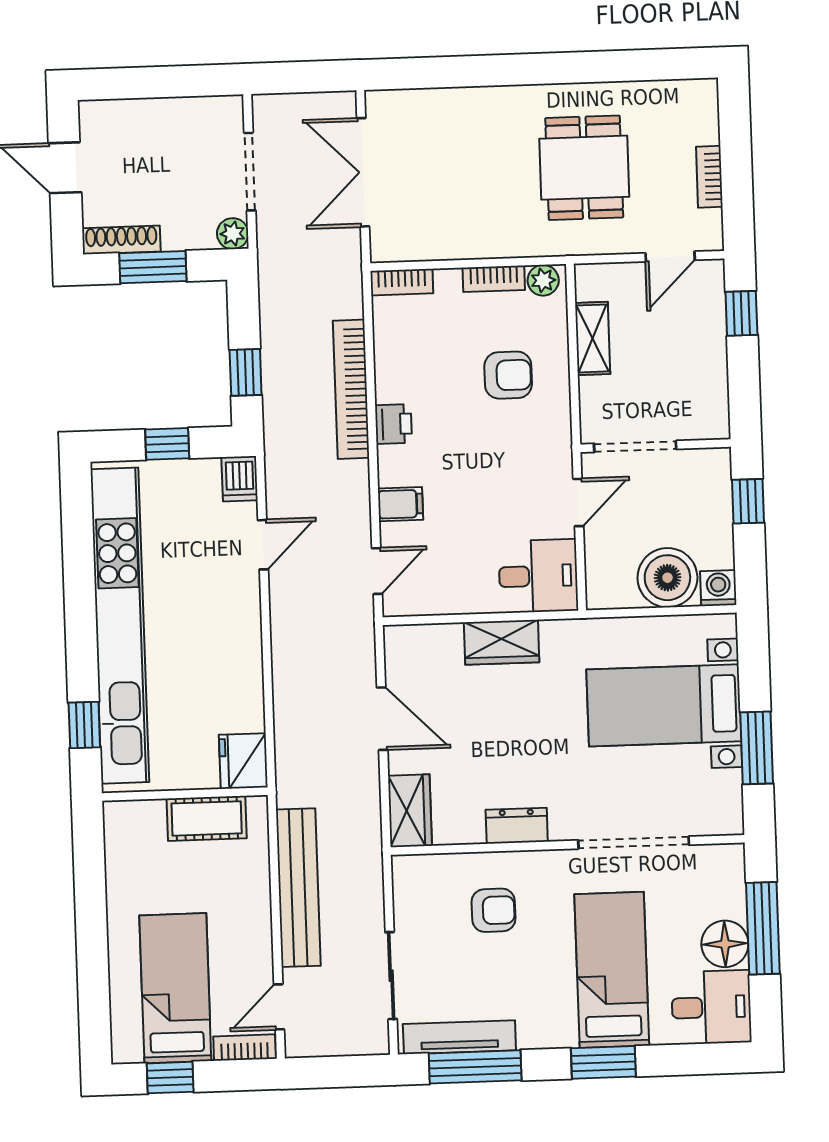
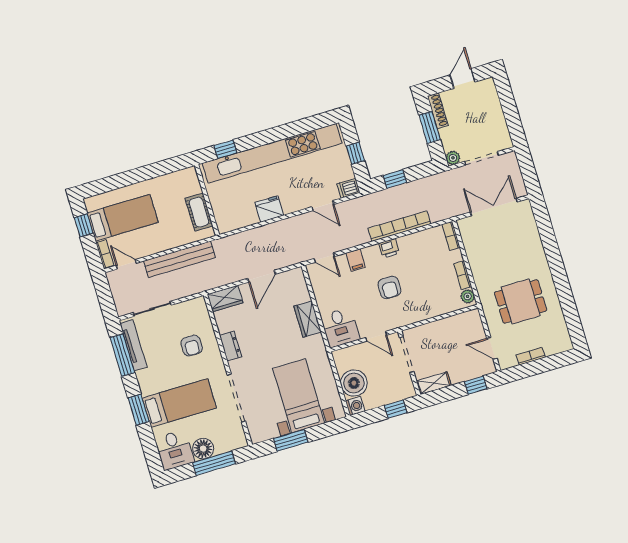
shelving: (593, 338) -> (434, 383), moved
armchair: (508, 375) -> (389, 287), moved
fridge: (243, 761) -> (269, 209), moved

